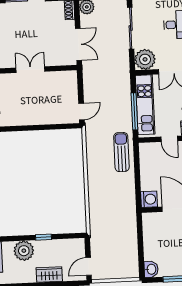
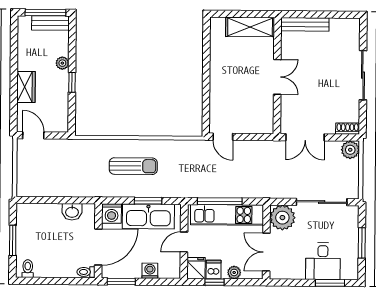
sun lounger: (121, 152) -> (133, 166), moved
kitchen sink: (150, 169) -> (148, 216), added
window: (137, 170) -> (148, 201), added
plant: (24, 251) -> (62, 63), width x0.53, depth x0.53
washbasin: (151, 269) -> (72, 212), moved

